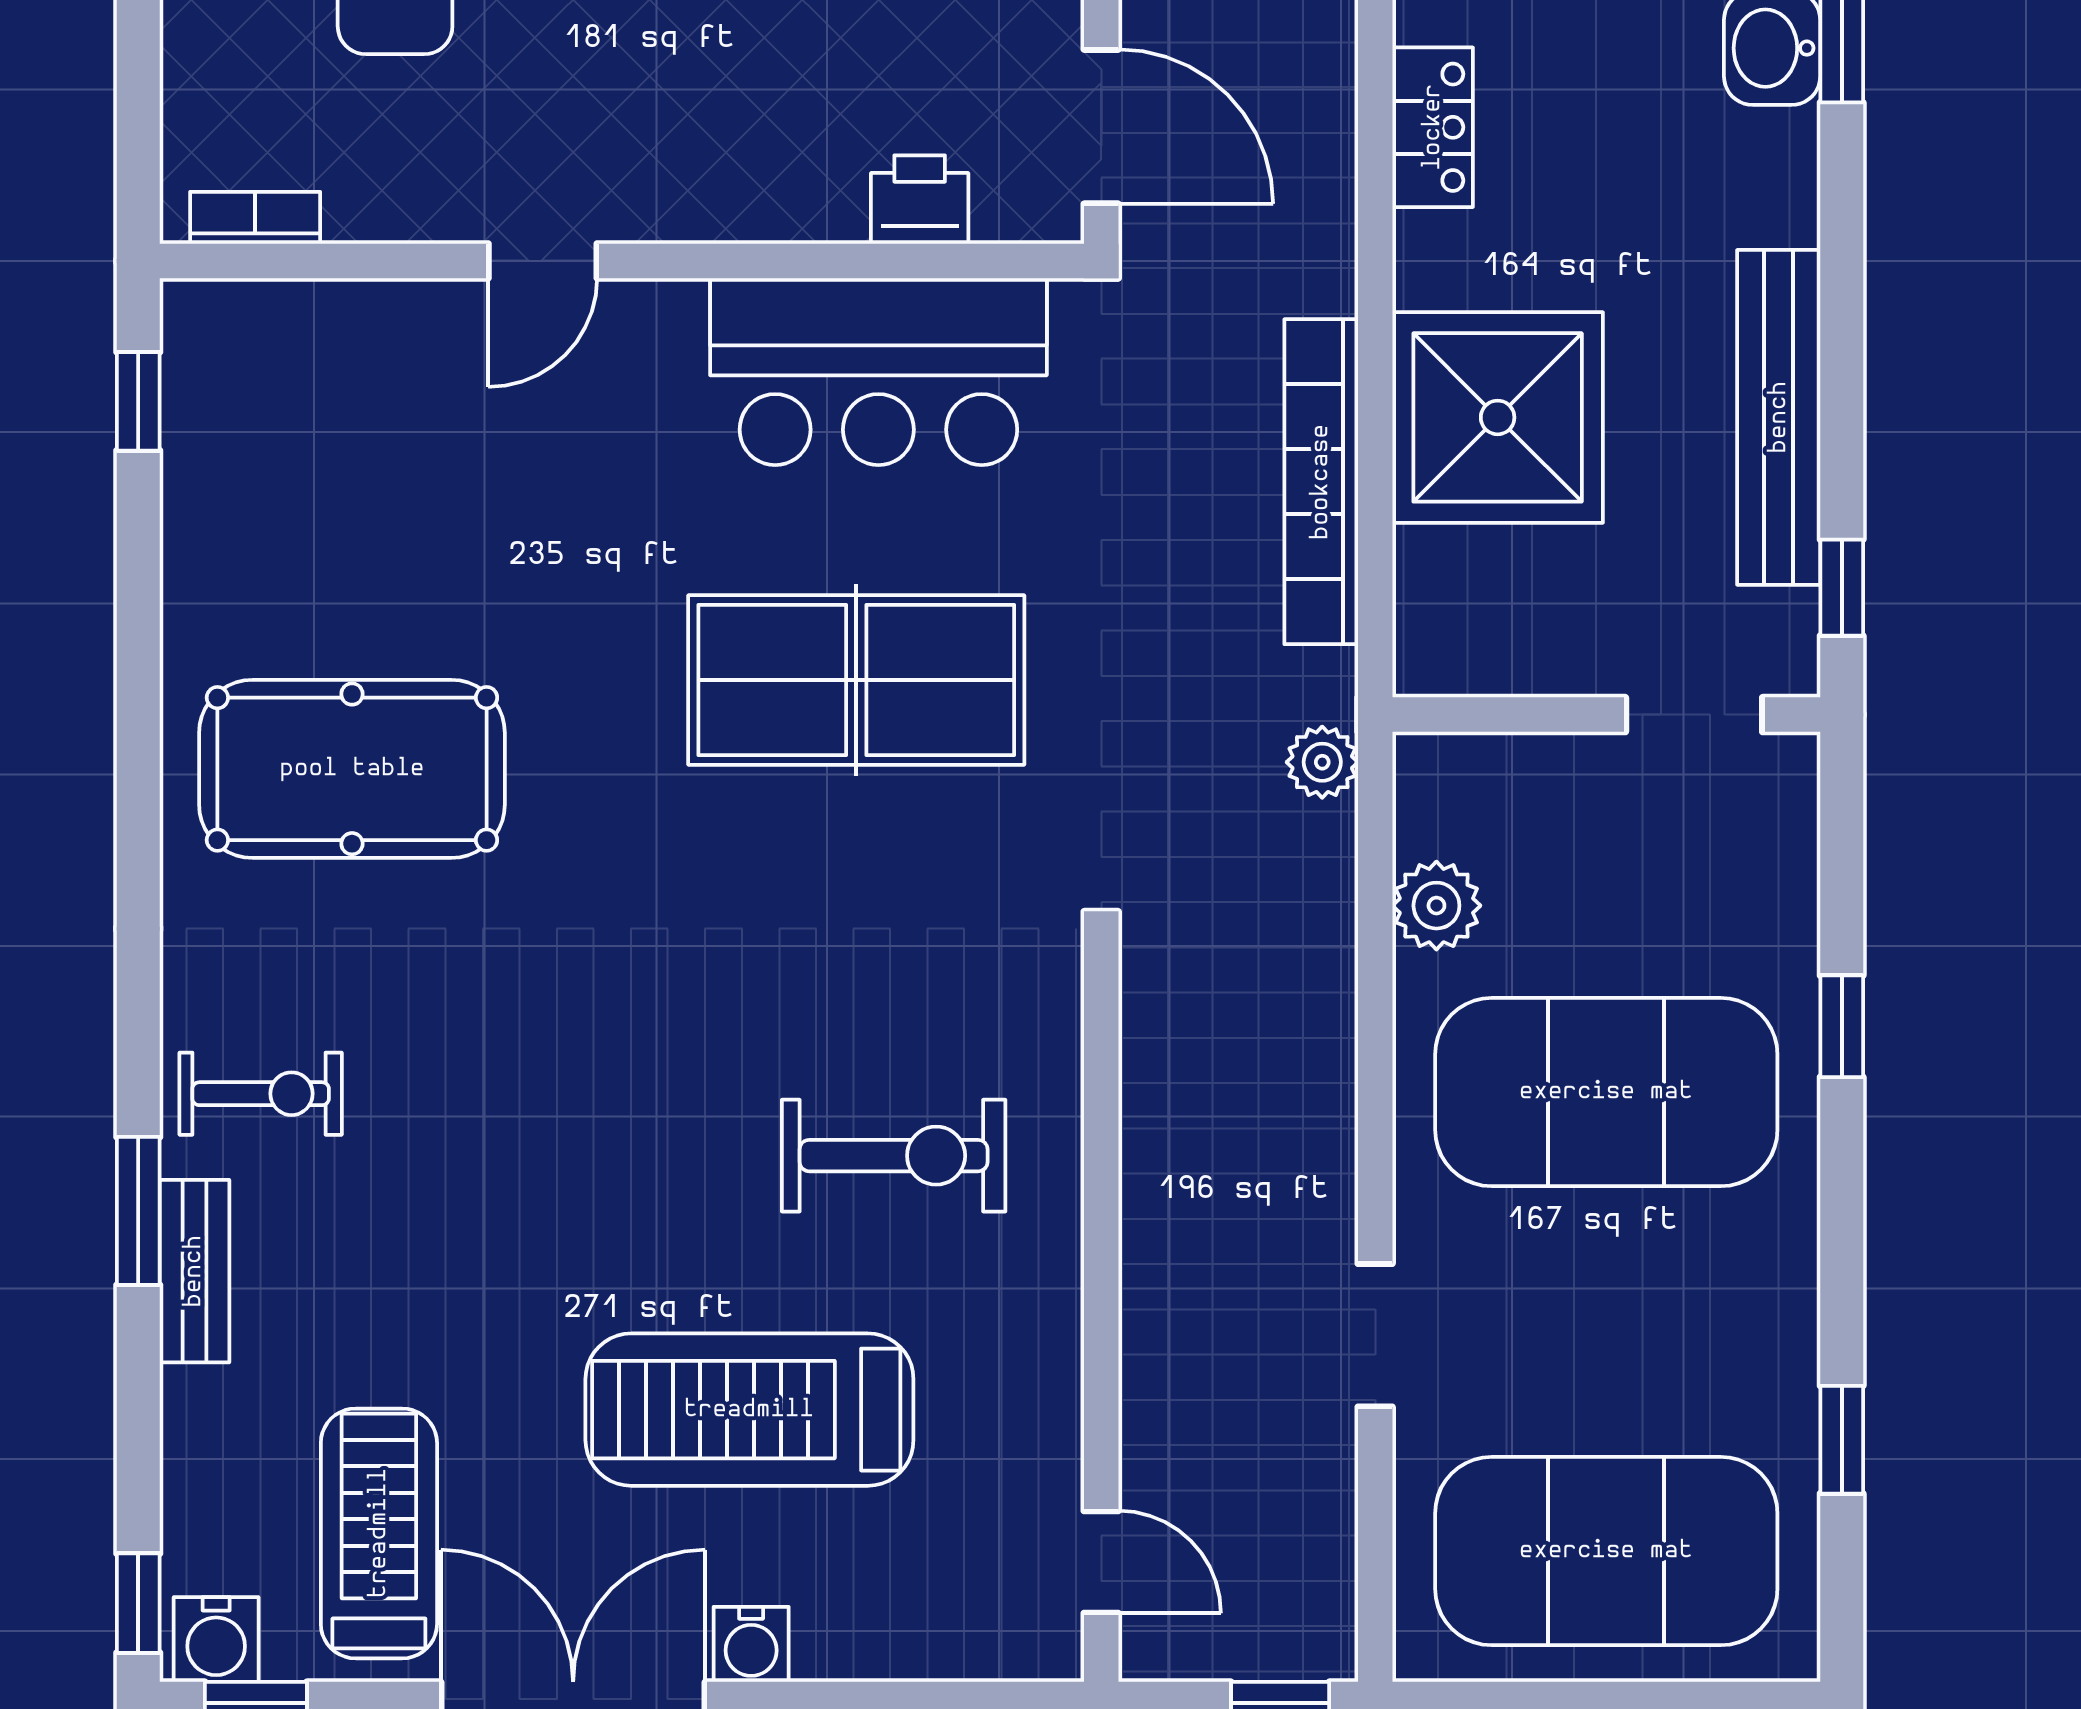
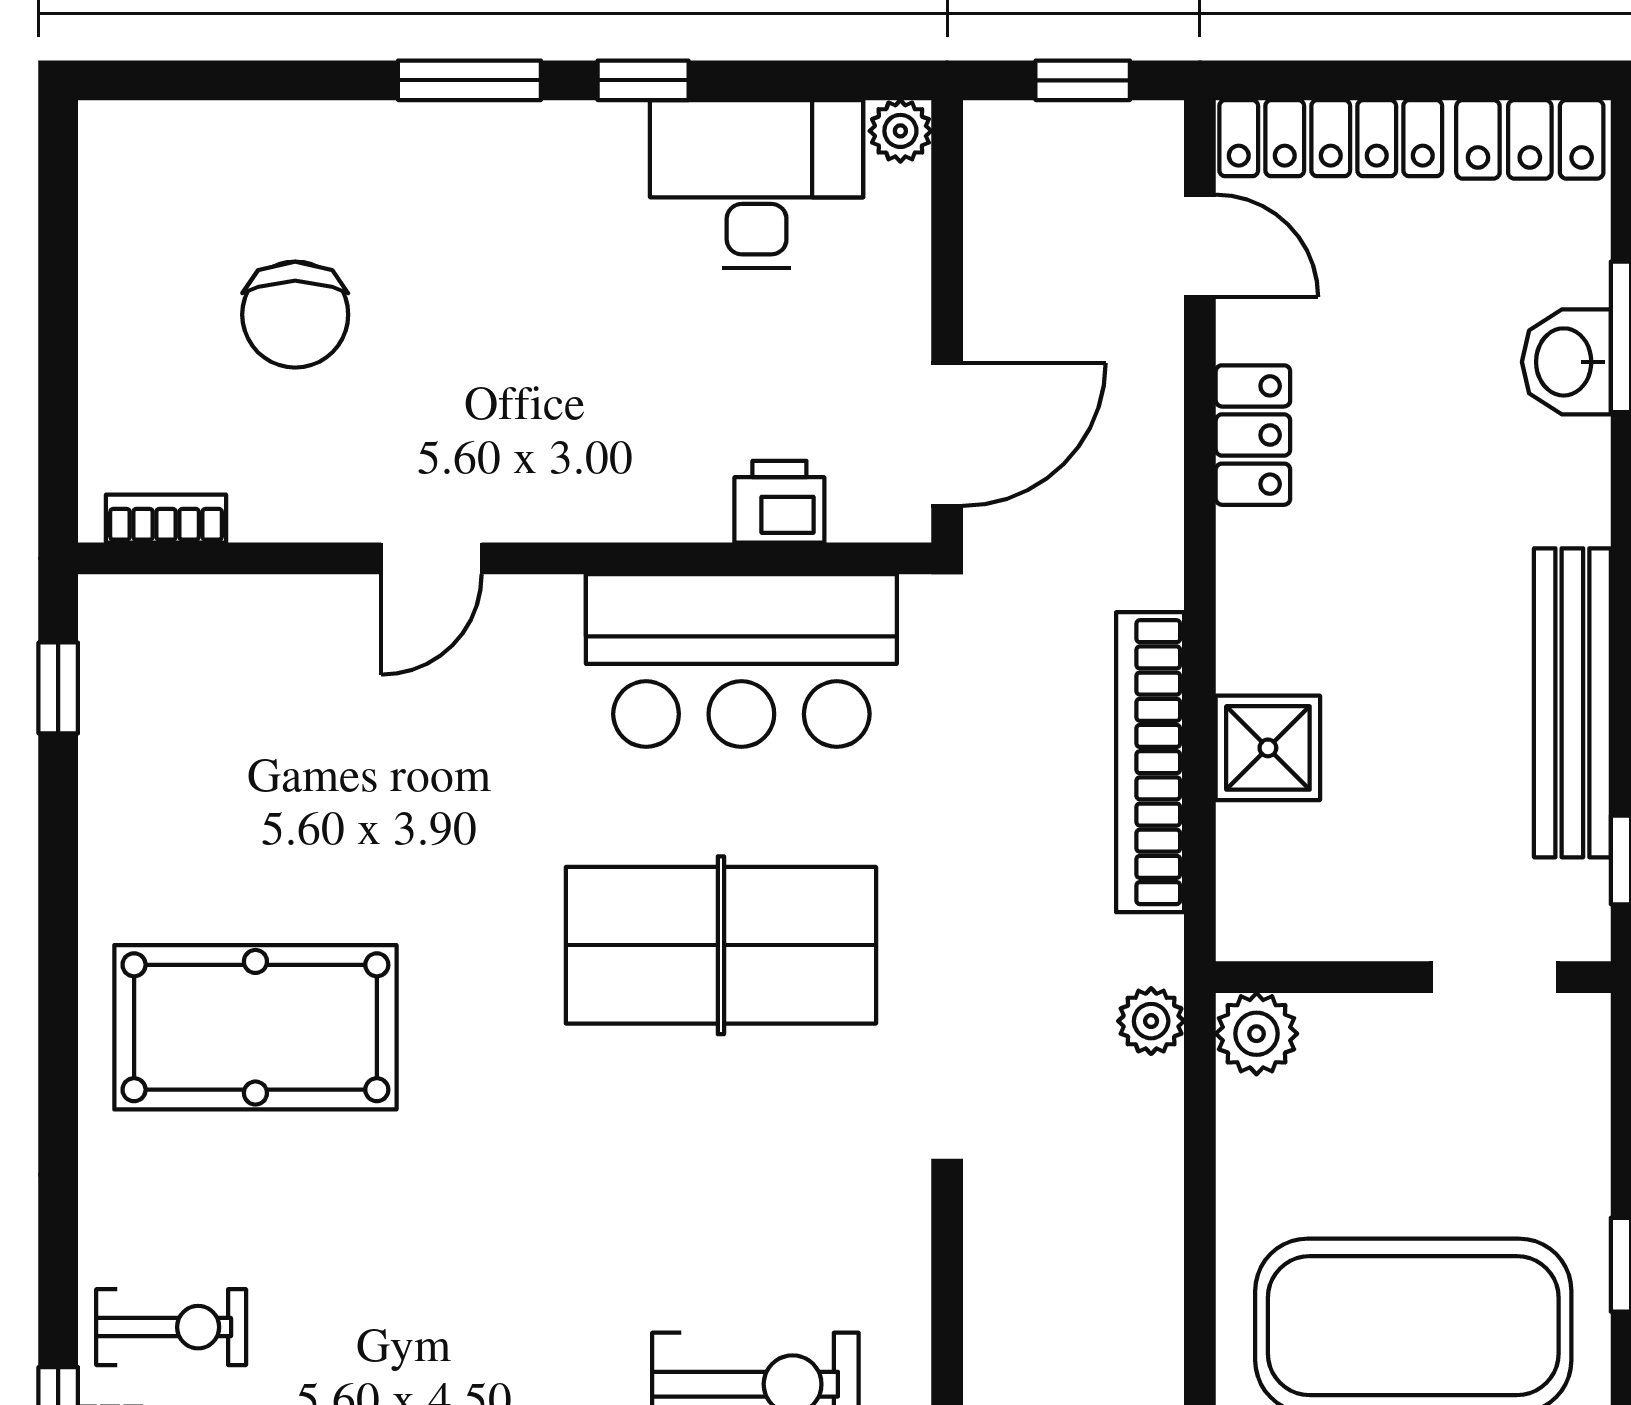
door: (1101, 127) -> (947, 434), hinge flipped
shower: (1498, 417) -> (1268, 748), width x0.54, depth x0.54
plant: (1436, 906) -> (1257, 1034), moved

